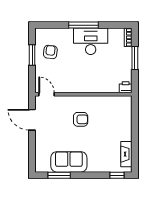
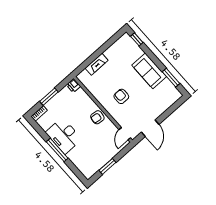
armchair: (50, 52) -> (97, 117), moved
fireplace: (126, 154) -> (97, 64), moved
sofa: (69, 162) -> (149, 71), moved

